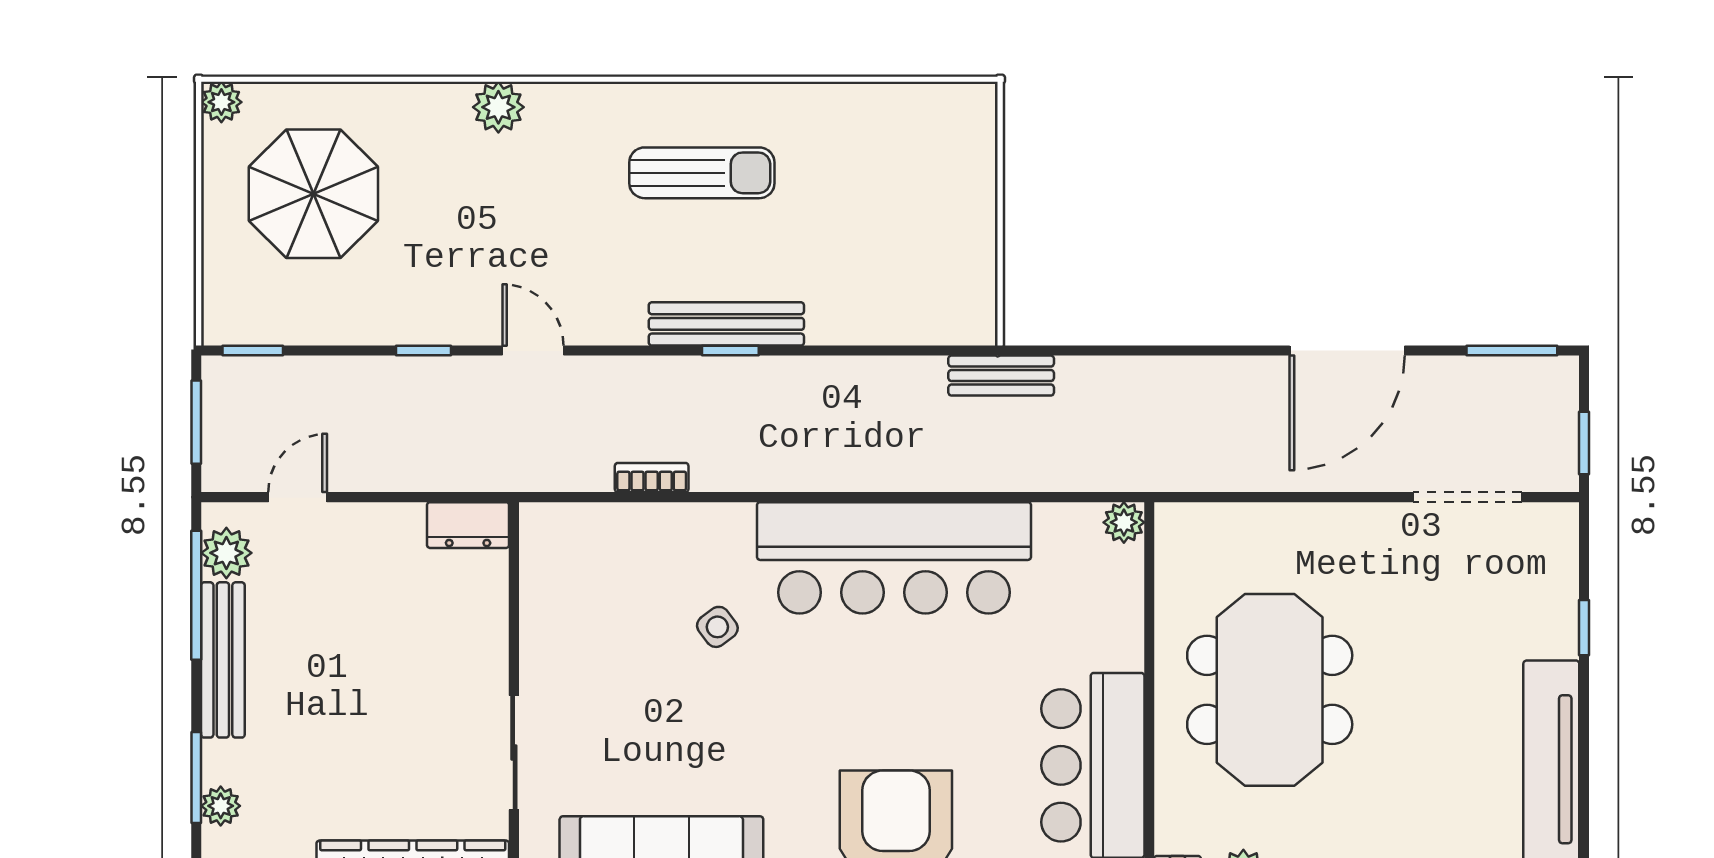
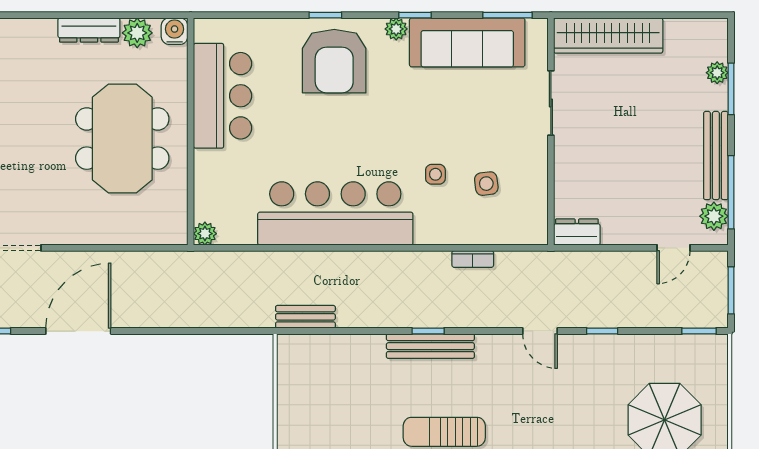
bench: (1001, 376) -> (305, 317), moved
side table: (628, 610) -> (486, 184), added
side table: (717, 627) -> (435, 174), turned 37

